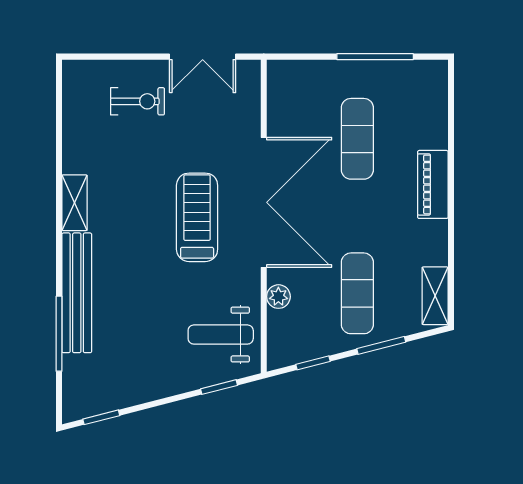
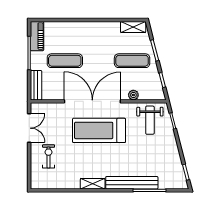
bench: (301, 73) -> (36, 85), added
piano: (433, 184) -> (37, 36), moved, turned -90
treadmill: (197, 217) -> (99, 130), width x1.37, depth x1.38

